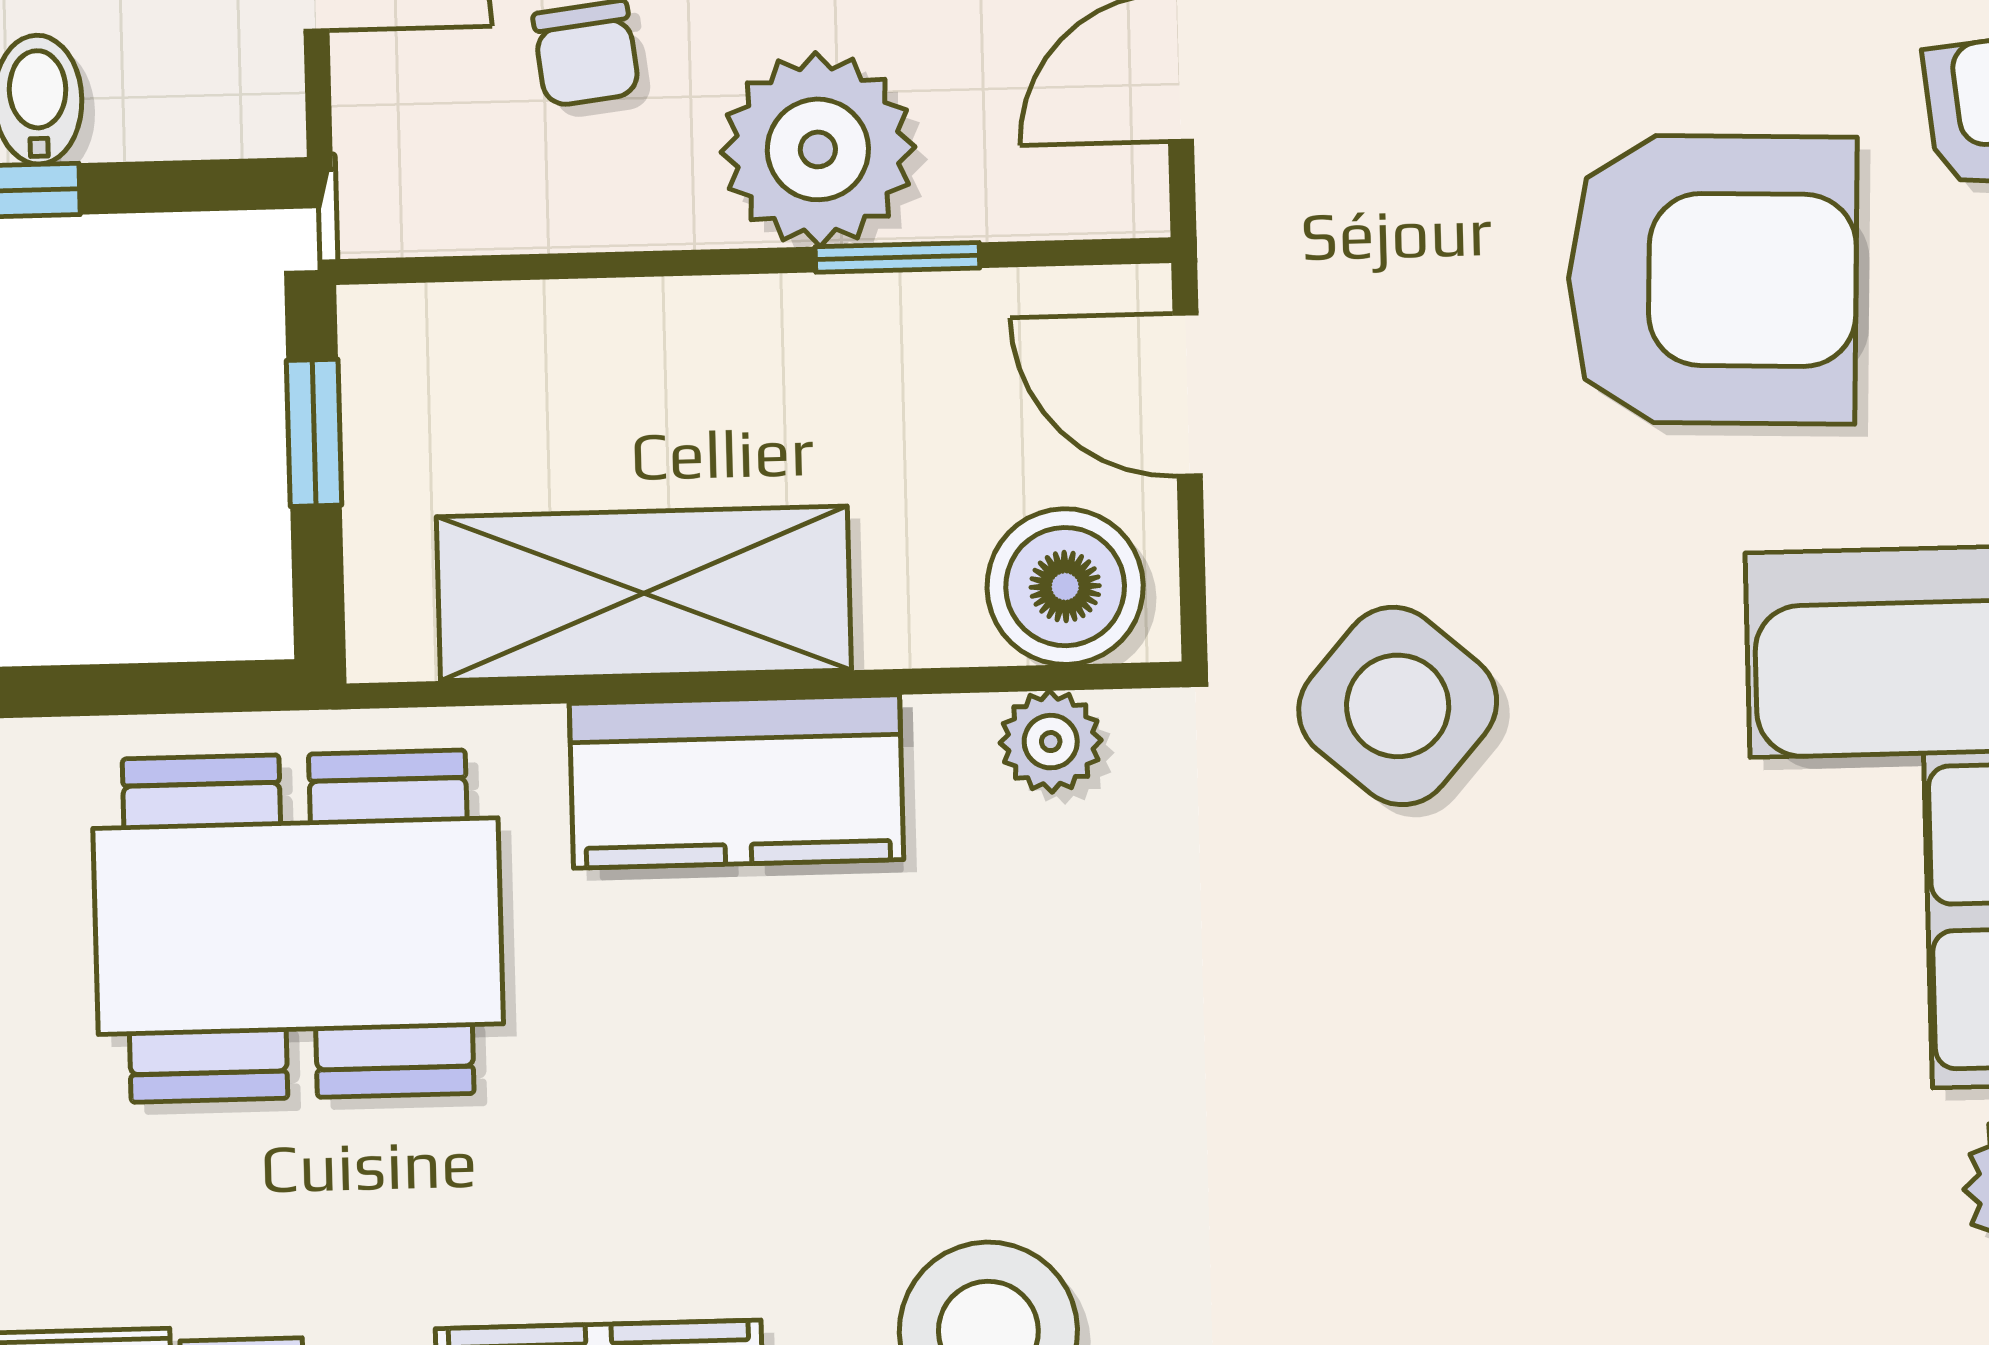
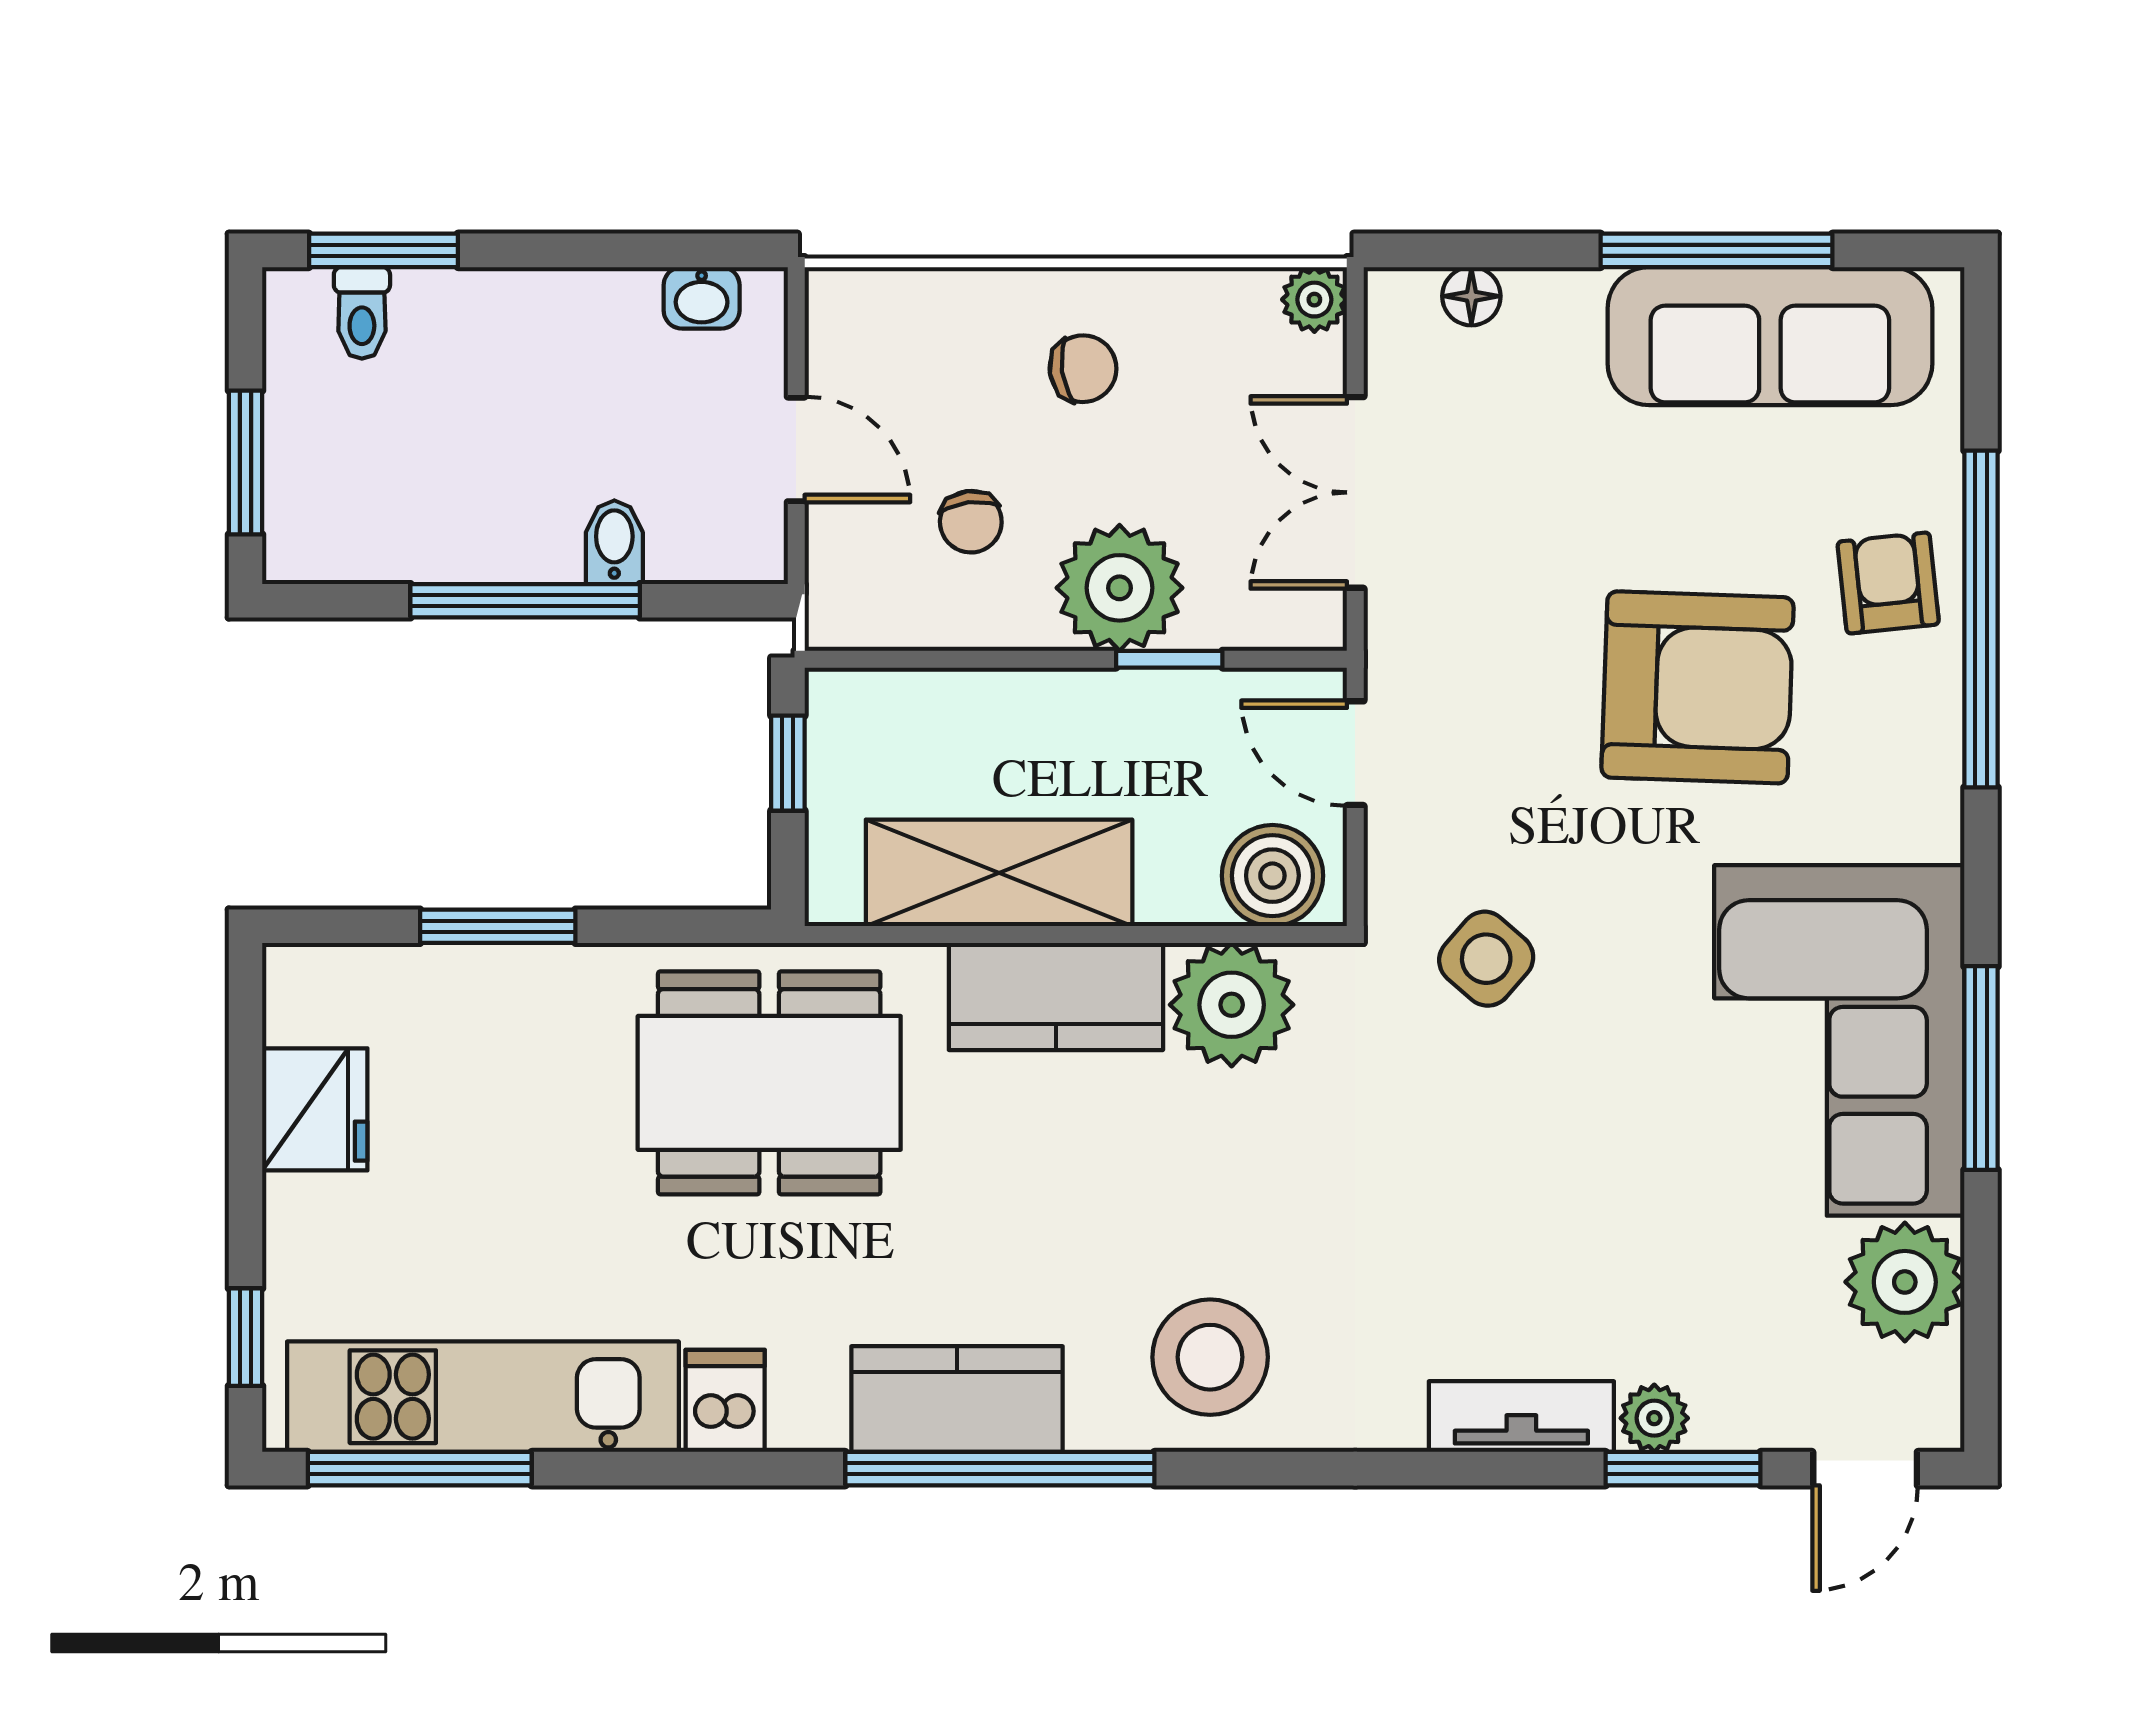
side table: (1398, 706) -> (1486, 959), width x0.73, depth x0.73
plant: (1051, 742) -> (1232, 1005), width x1.87, depth x1.87

